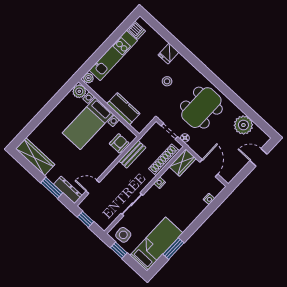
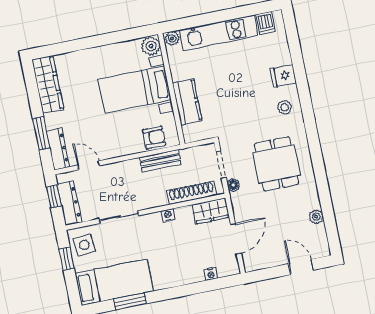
stool: (167, 81) -> (285, 107), moved
dining table: (201, 108) -> (277, 164), width x0.73
plant: (243, 125) -> (316, 217), width x0.53, depth x0.53
dresser: (97, 217) -> (69, 203), added

